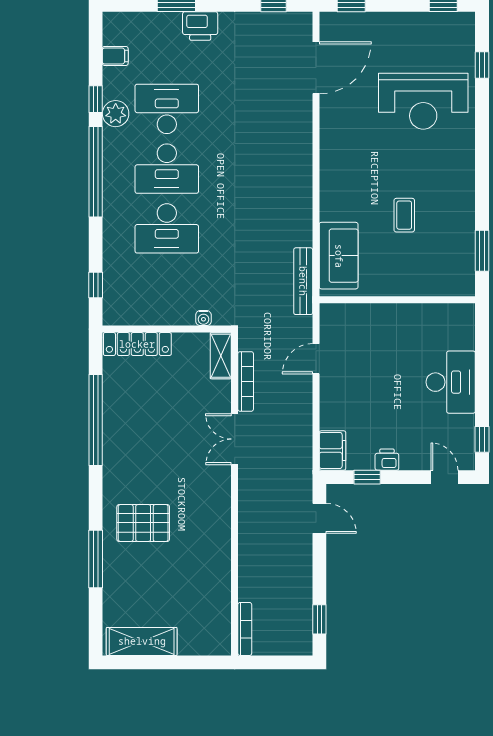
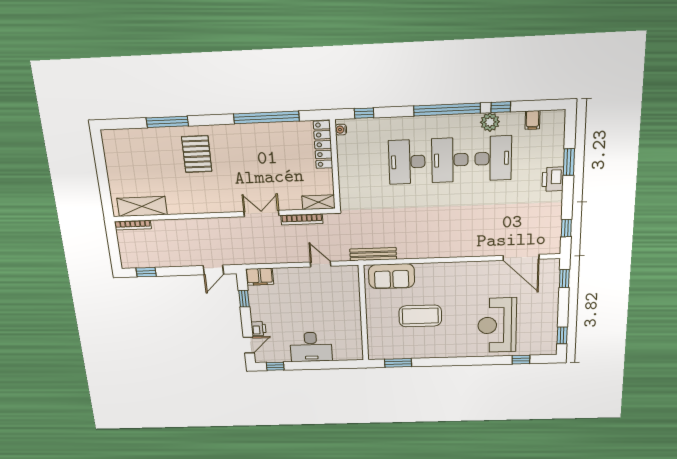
coffee table: (404, 215) -> (420, 316), width x1.86, depth x1.72
water cooler: (203, 318) -> (341, 130), moved
printer: (387, 460) -> (259, 329), moved
shelving: (142, 641) -> (142, 206), moved, turned 90

